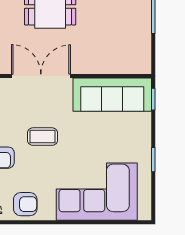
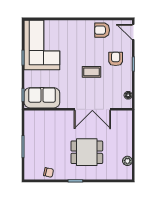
sofa: (112, 95) -> (42, 98), width x0.73
corner sofa: (97, 192) -> (42, 45), moved, turned -90

